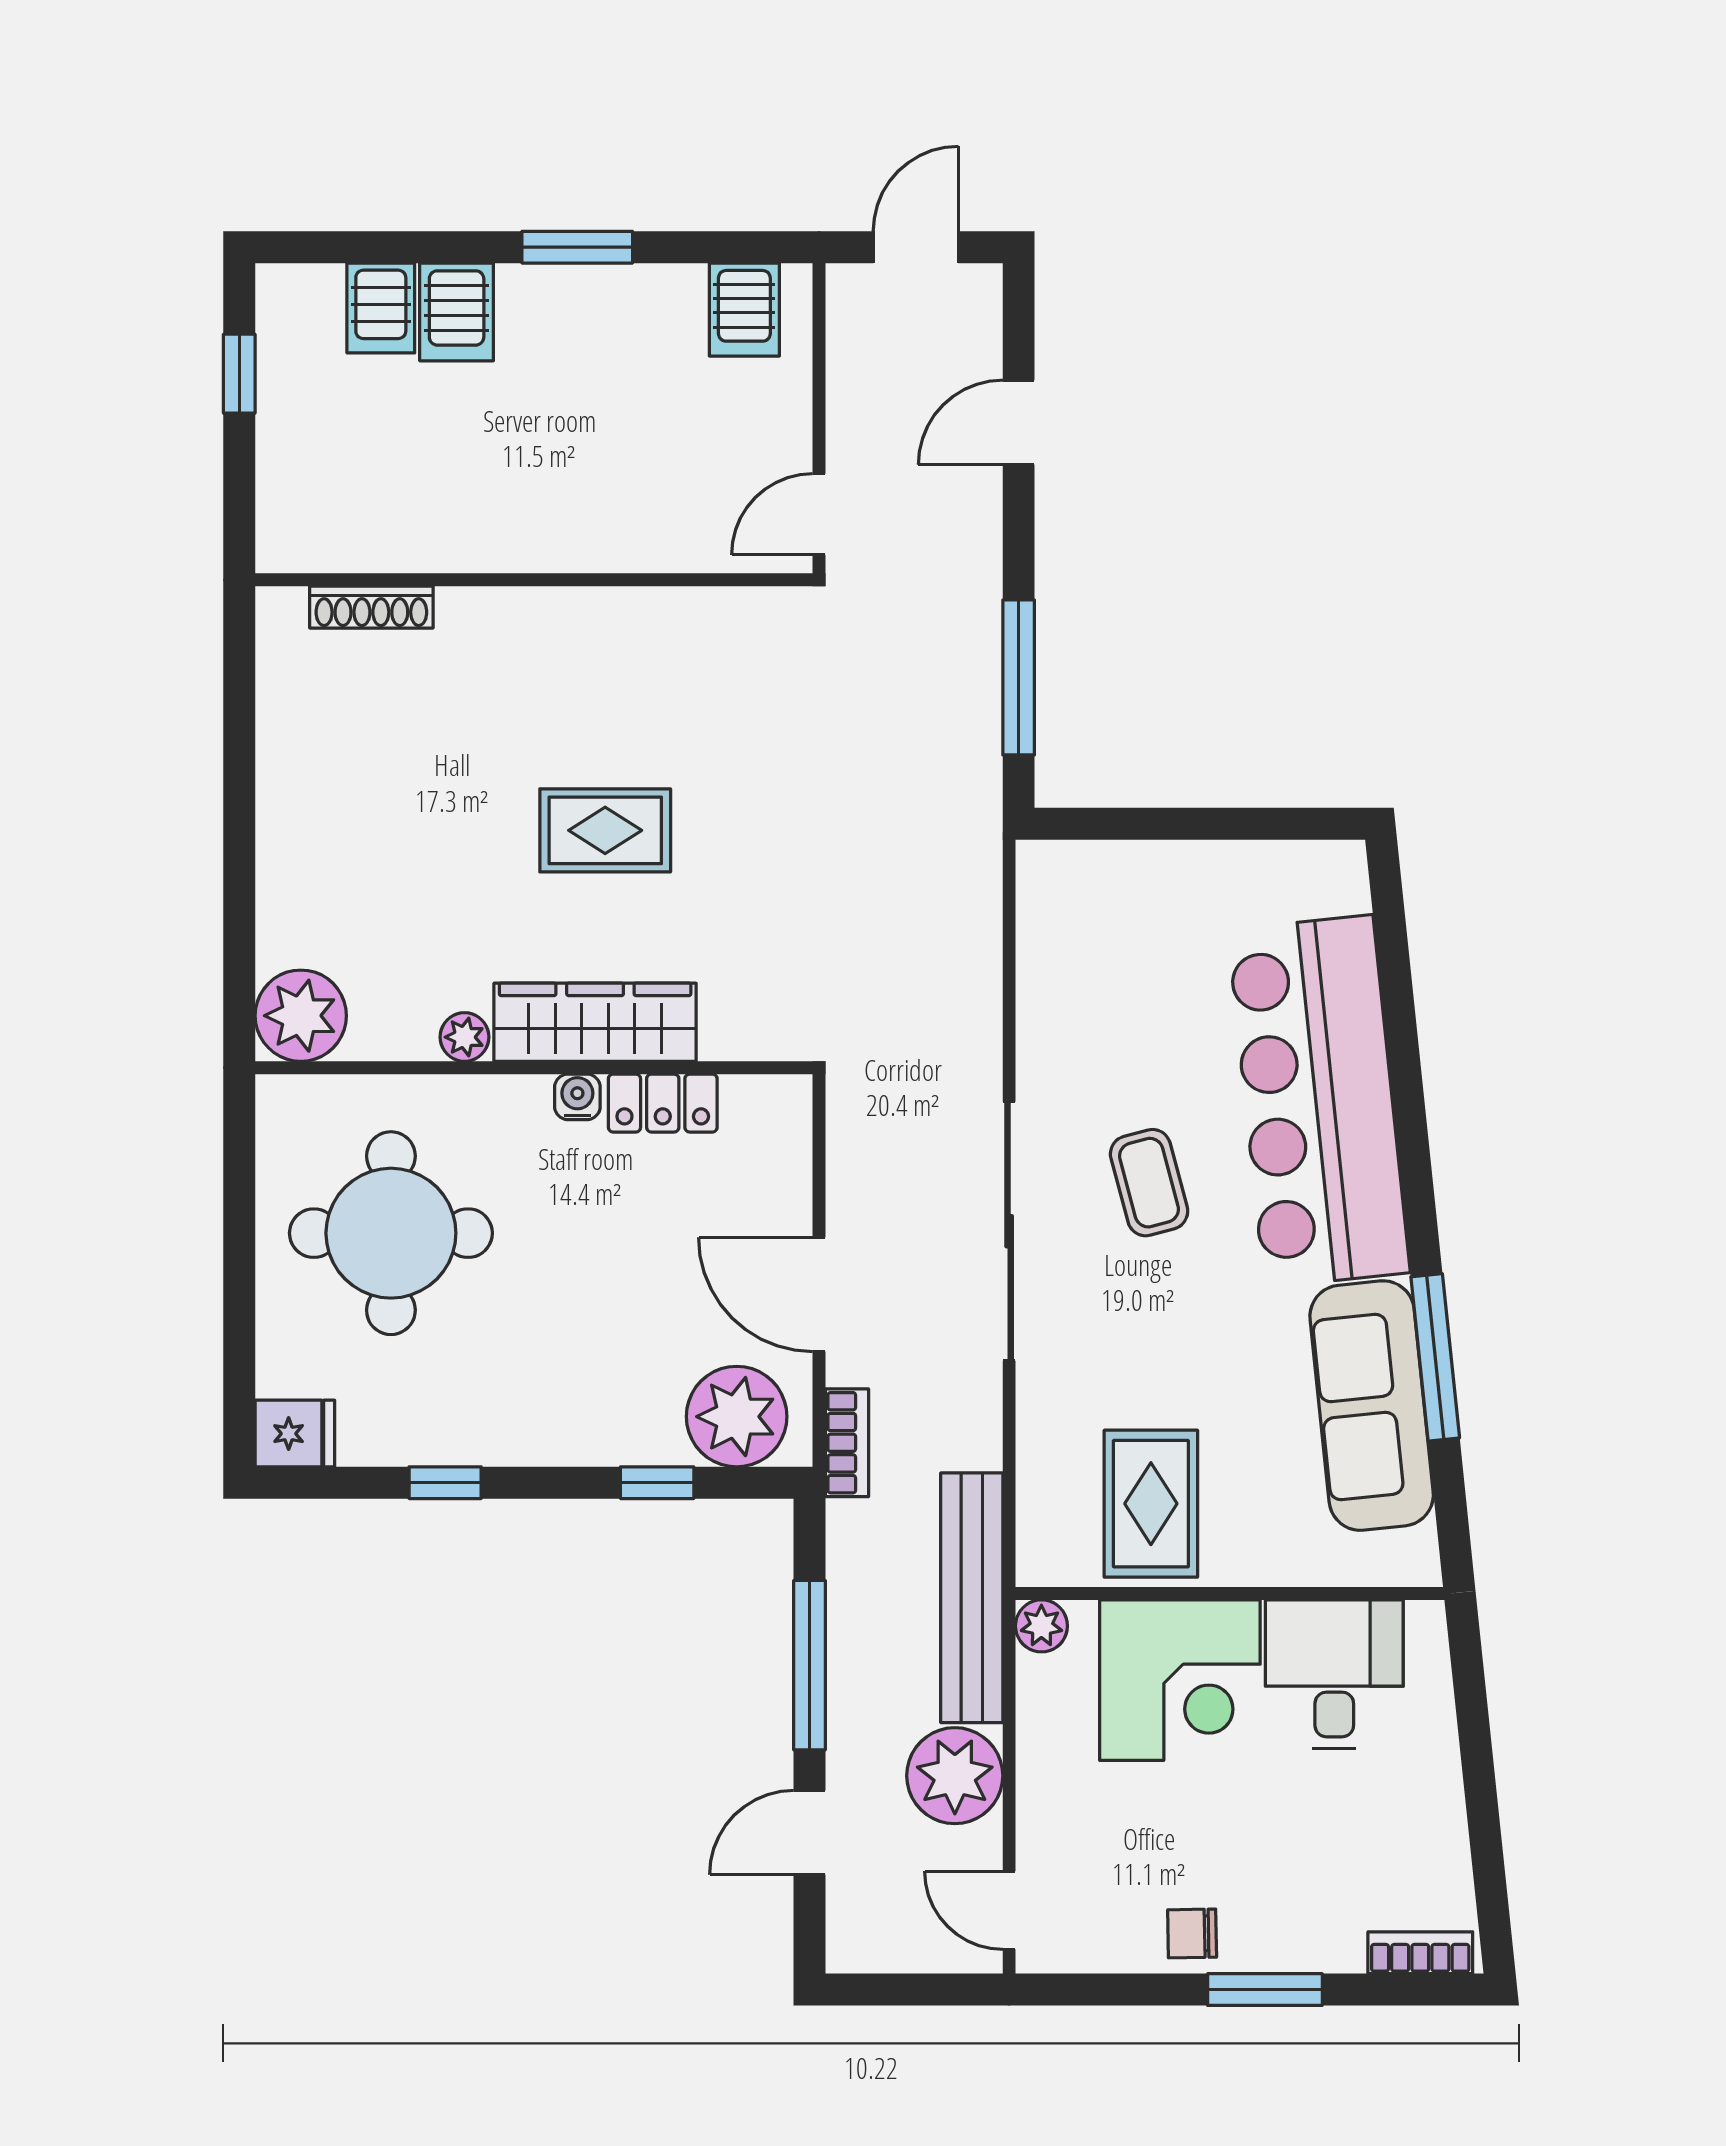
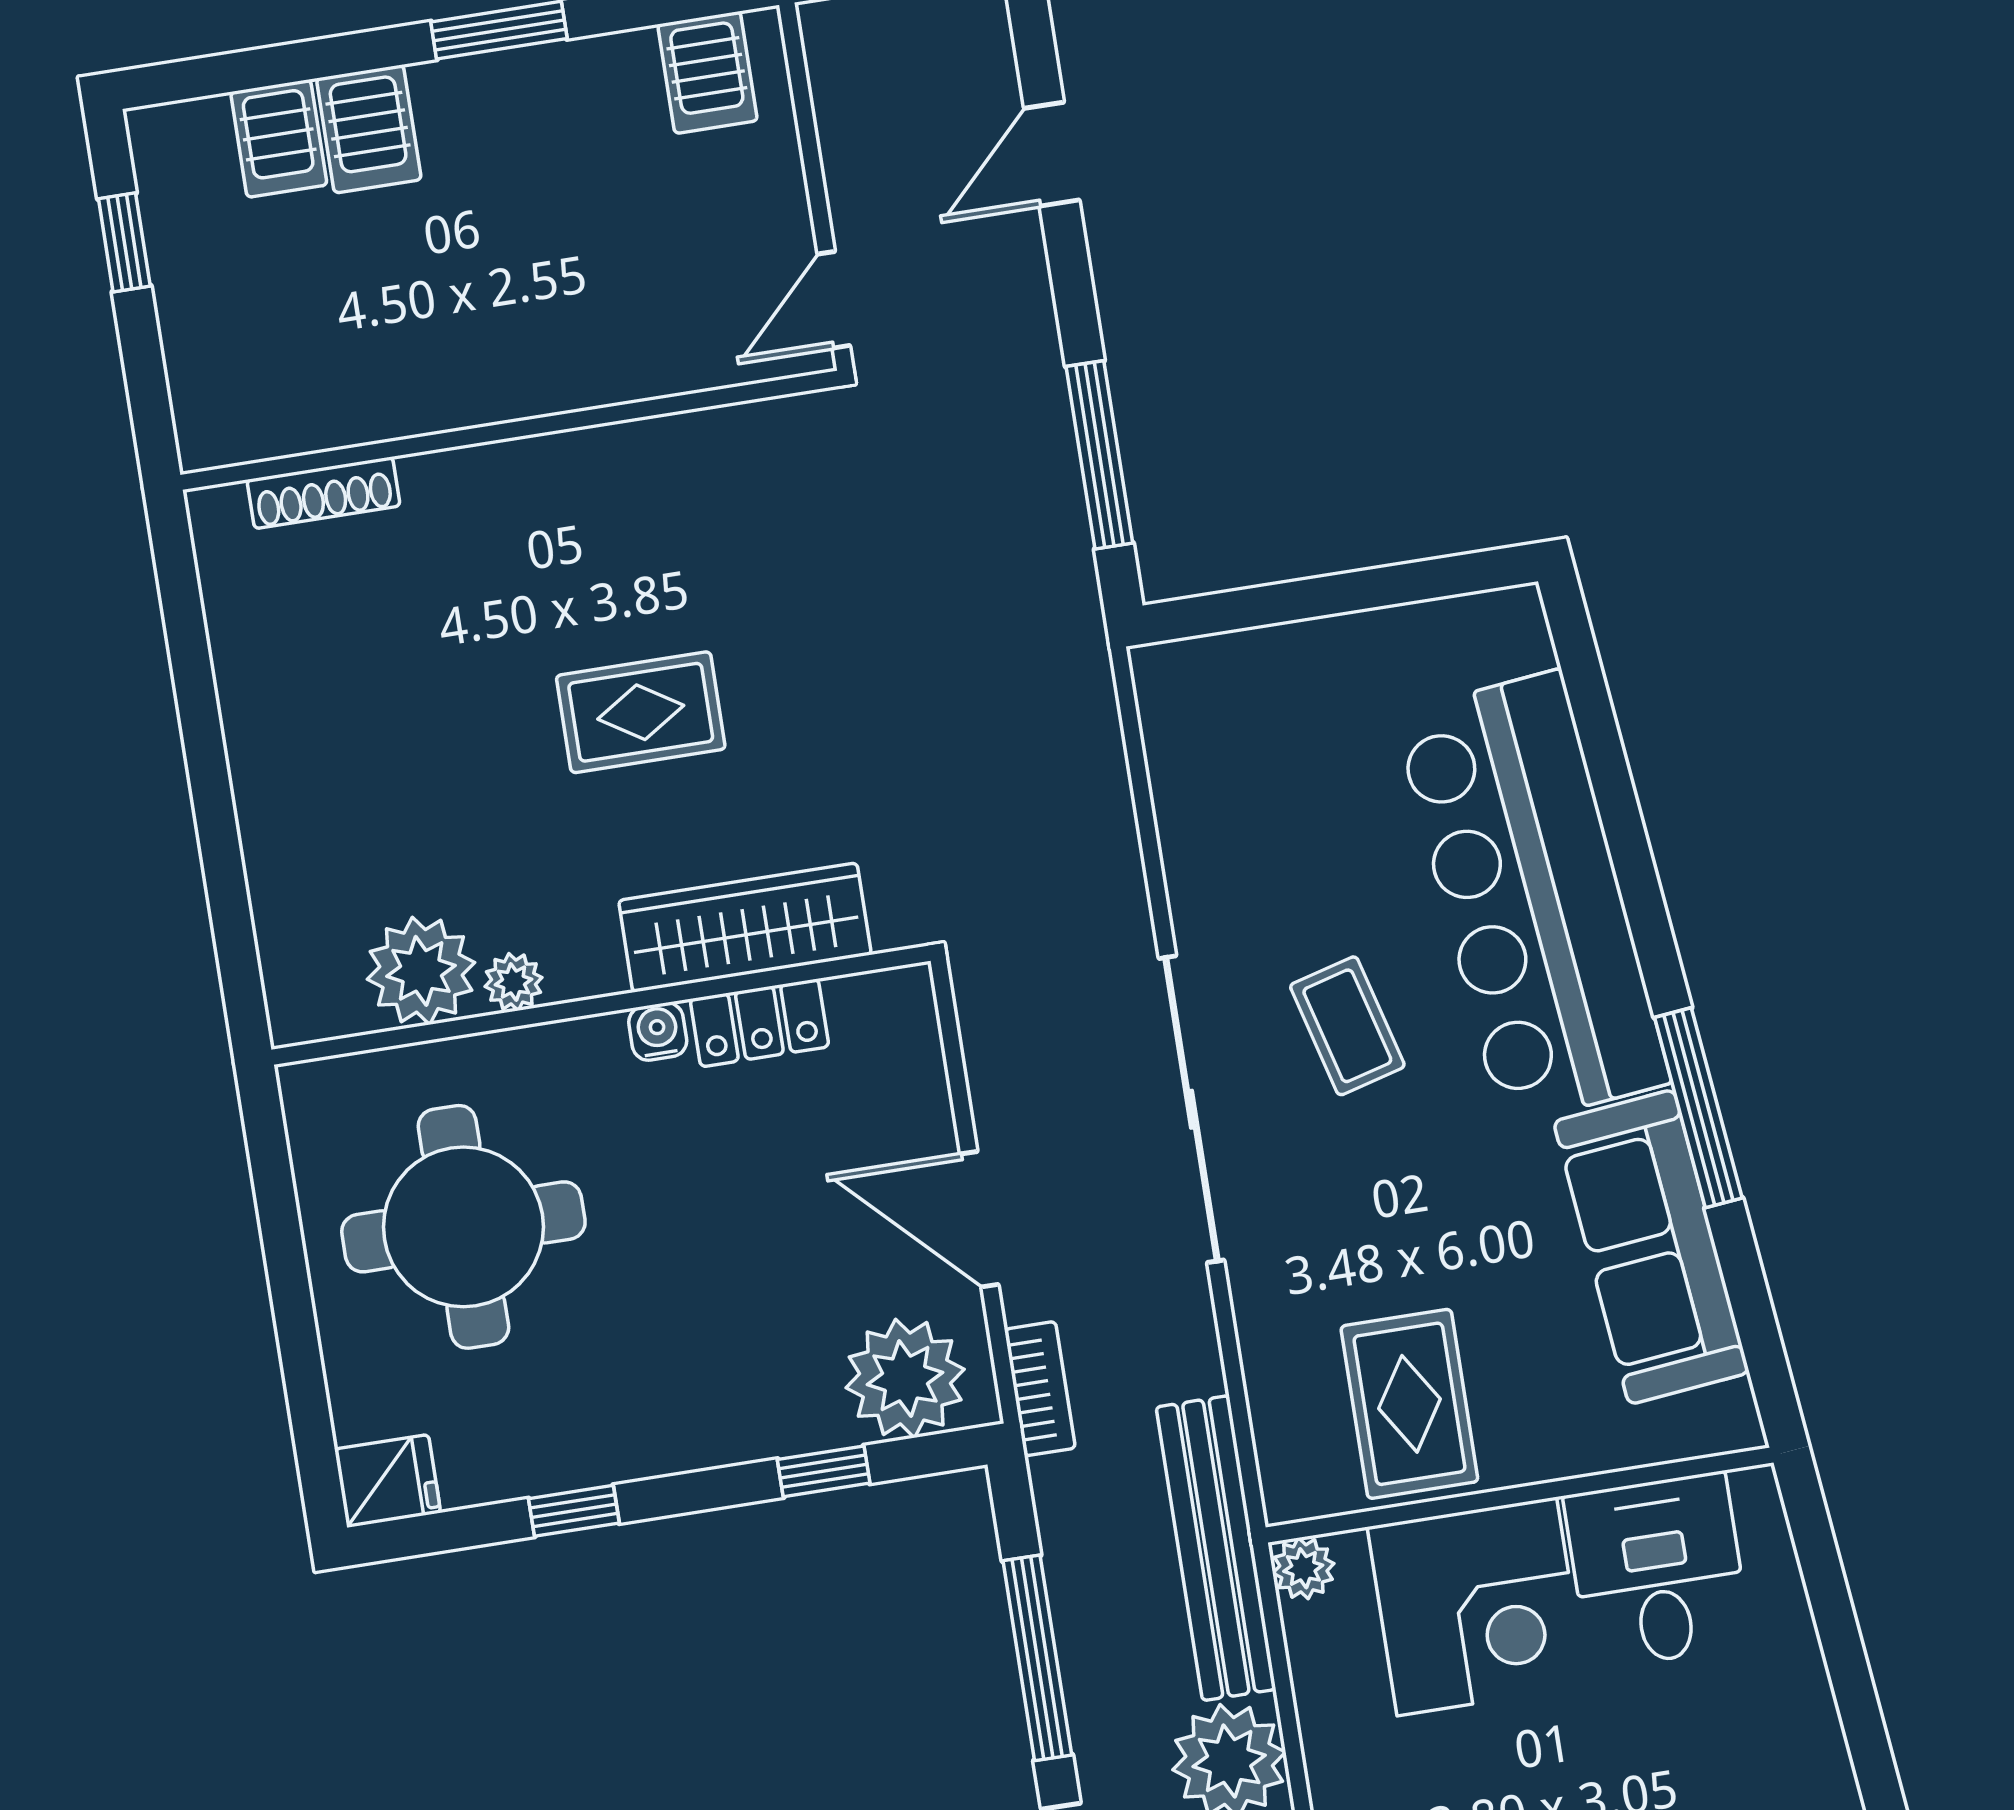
plant: (301, 1016) -> (421, 971), moved
wardrobe: (595, 1022) -> (745, 928), moved
window: (1435, 1357) -> (1698, 1108), moved

